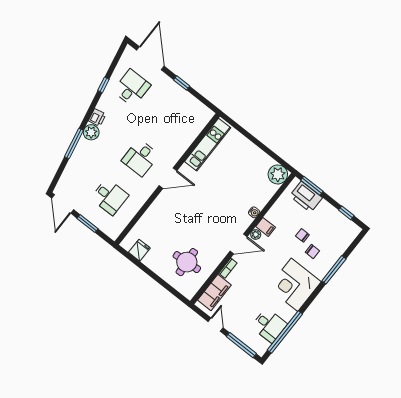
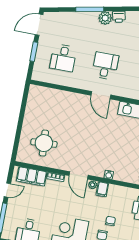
desk: (140, 158) -> (105, 66), turned 90
fridge: (139, 250) -> (34, 102), removed

